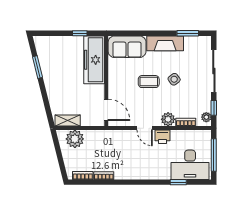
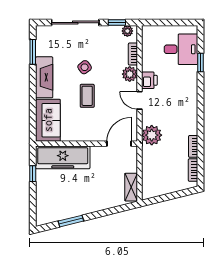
door: (145, 128) -> (140, 100), swing flipped
plant: (75, 139) -> (152, 135), moved
window: (214, 155) -> (170, 23), removed
desk: (190, 165) -> (181, 49), width x0.73

